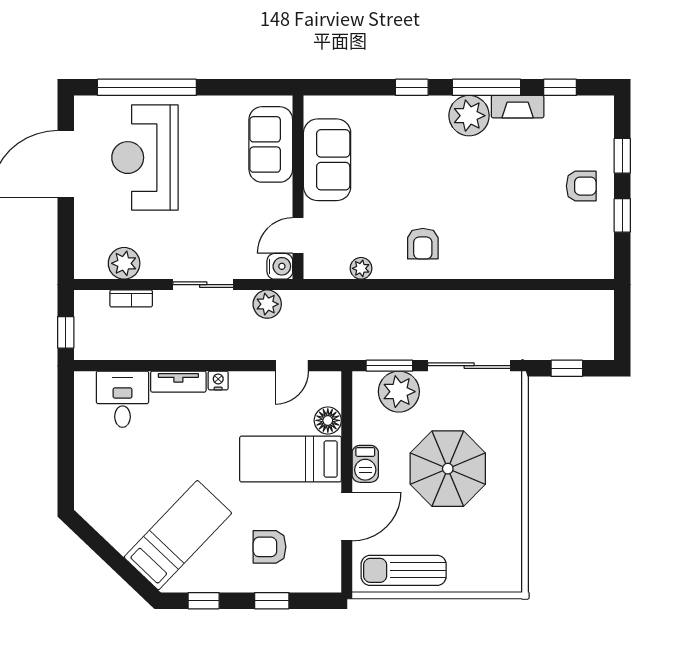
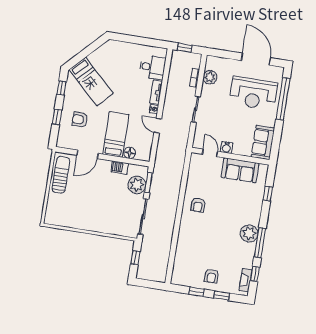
window: (412, 87) -> (268, 194), moved
fireplace: (518, 107) -> (246, 280), moved
sofa: (271, 144) -> (263, 143), moved, turned -90
reception desk: (145, 158) -> (253, 93), turned 180
armchair: (423, 244) -> (198, 205), turned -90
water cooler: (280, 266) -> (227, 148), moved
plant: (361, 268) -> (192, 177), removed
plant: (267, 304) -> (183, 135), removed
door: (292, 366) -> (158, 126), moved
barbecue: (365, 464) -> (120, 168), moved
parasol: (448, 469) -> (101, 200), removed
door: (347, 516) -> (88, 154), hinge flipped
armchair: (270, 547) -> (80, 120), turned -90

